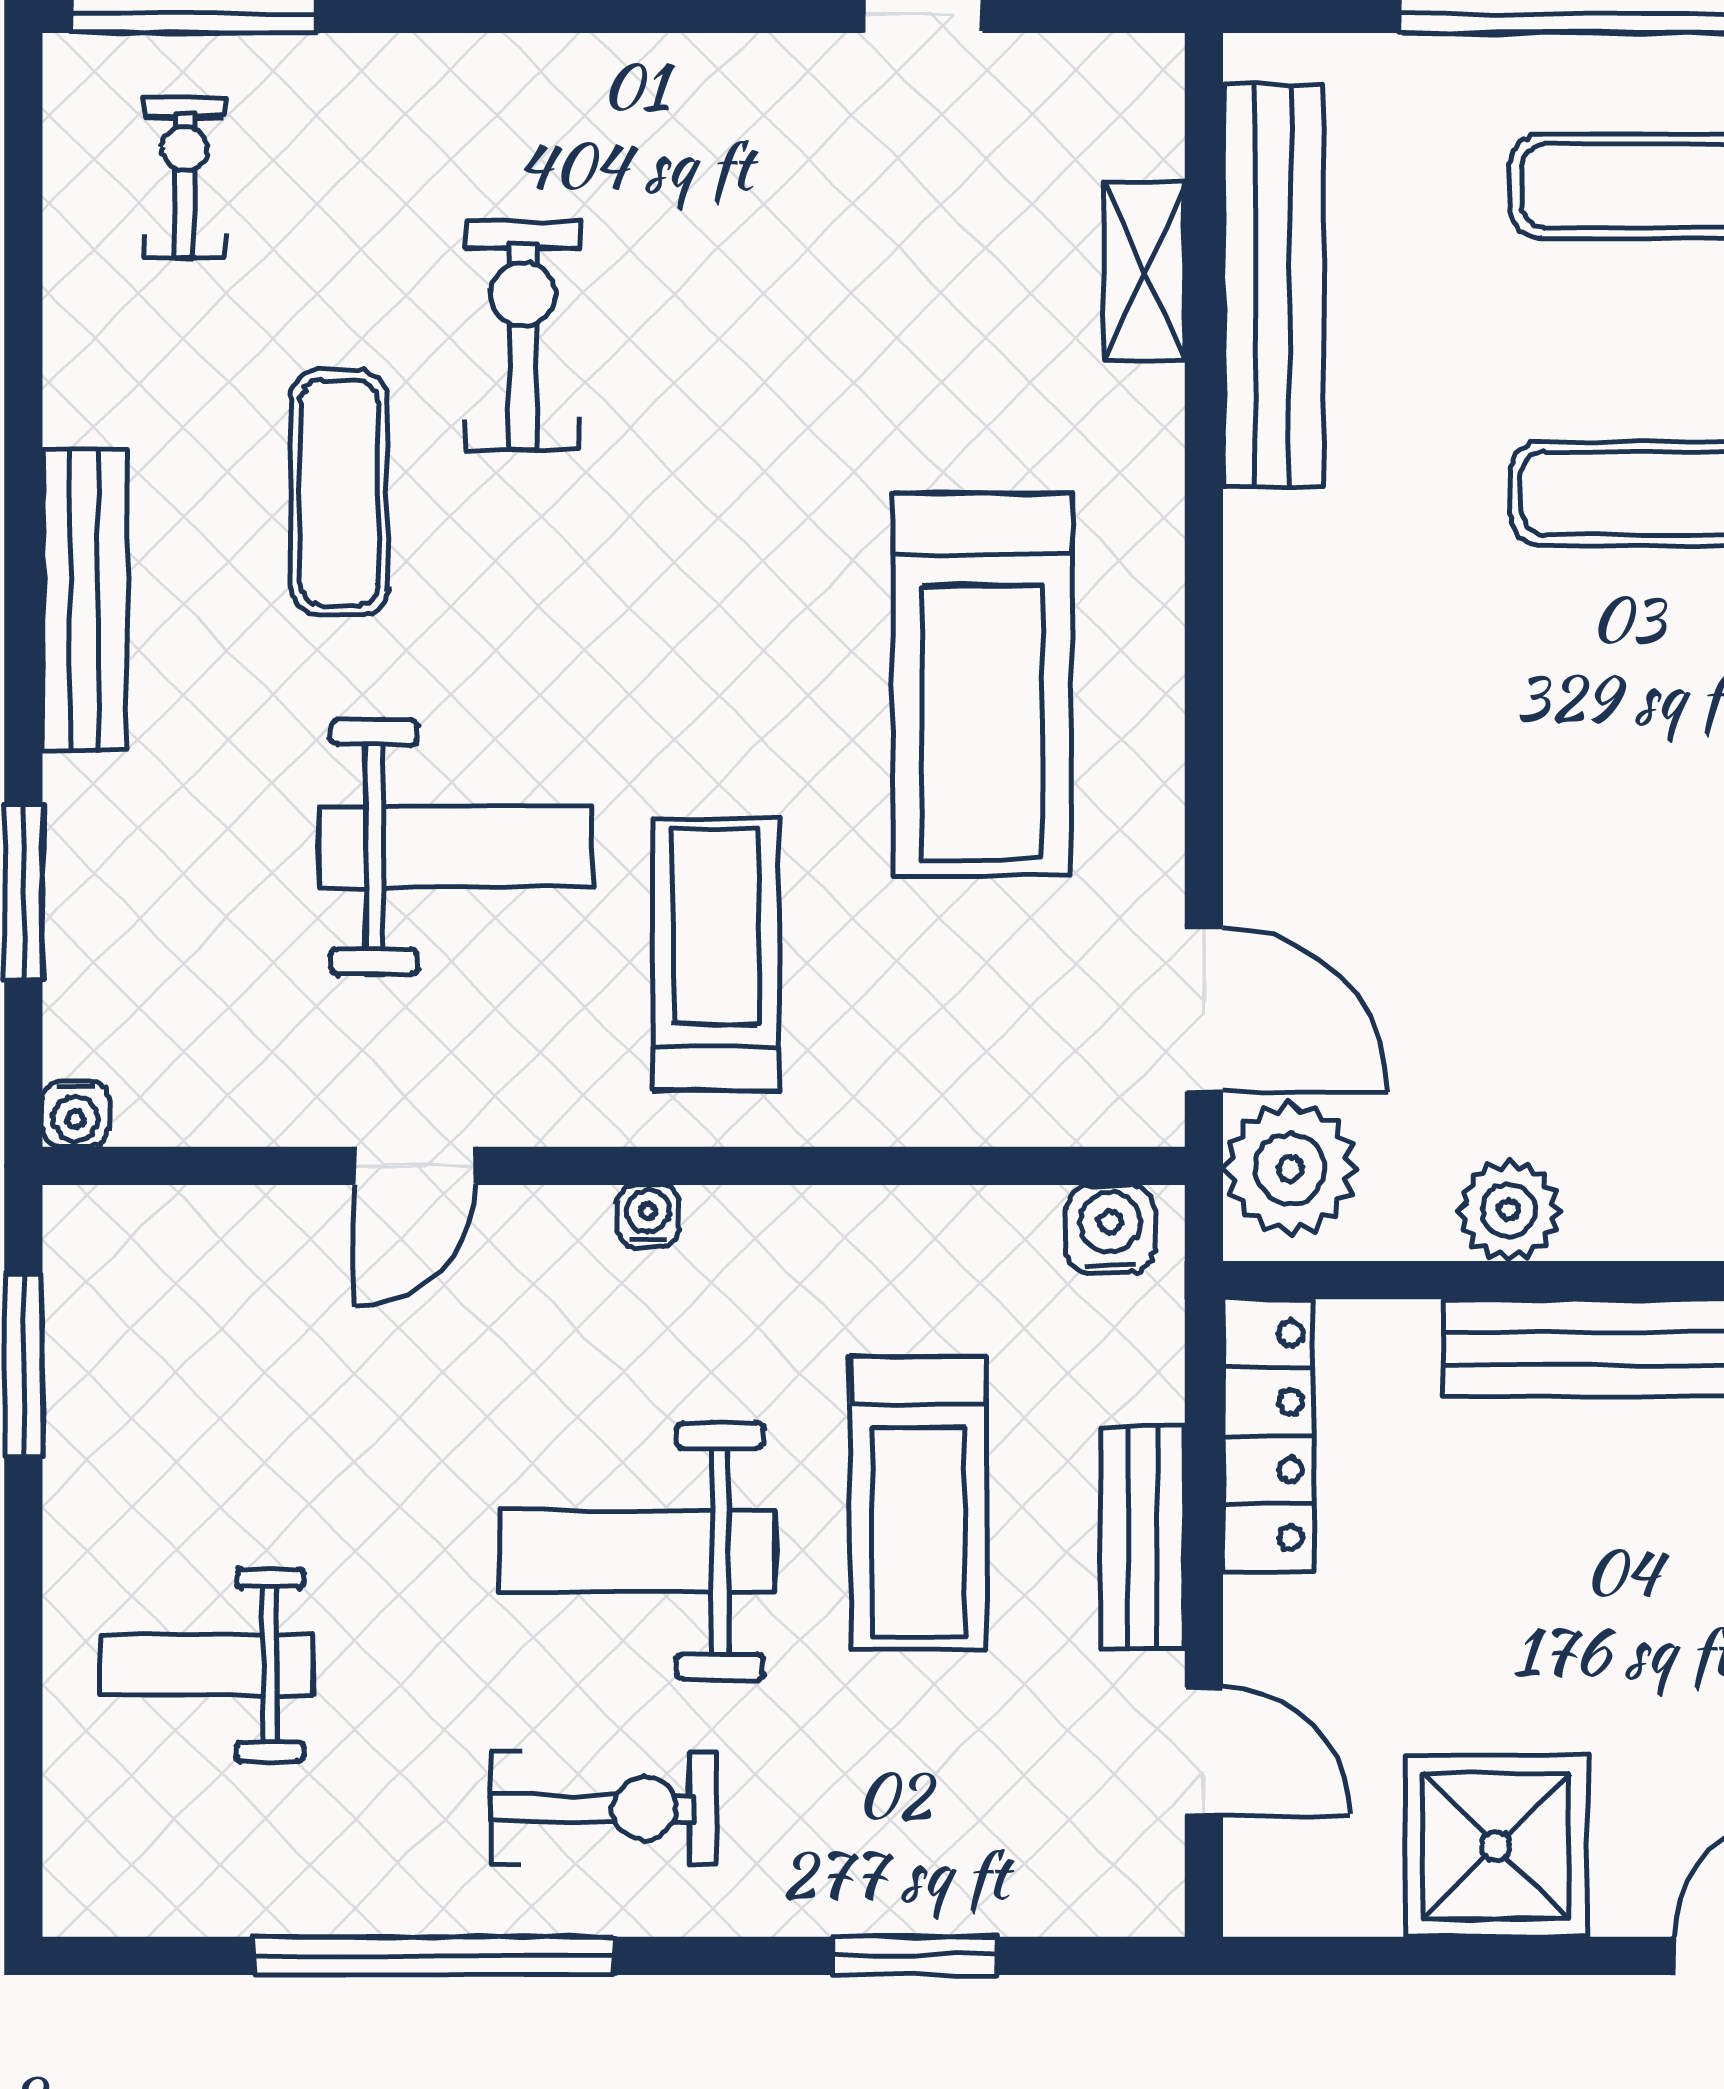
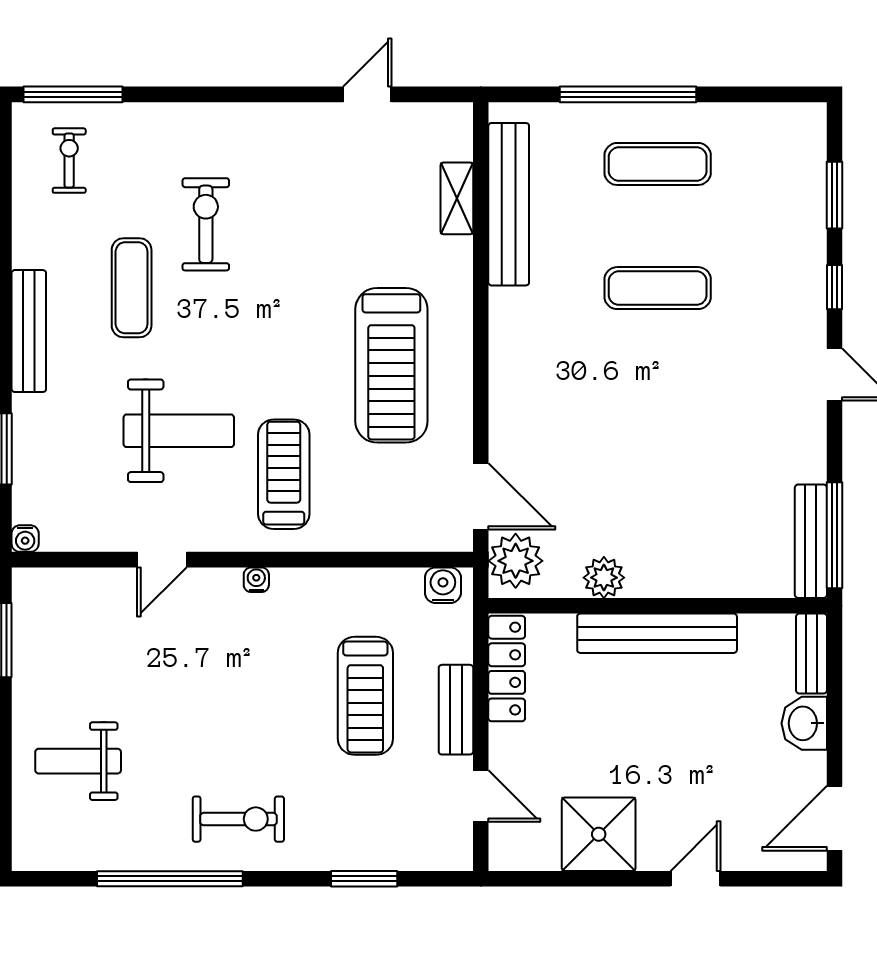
weight bench: (637, 1551) -> (252, 715), removed

